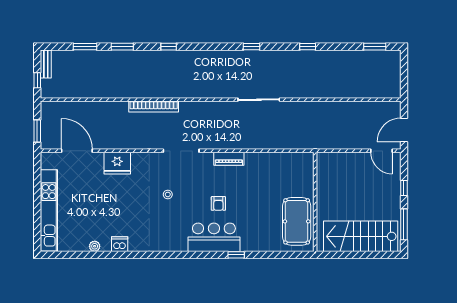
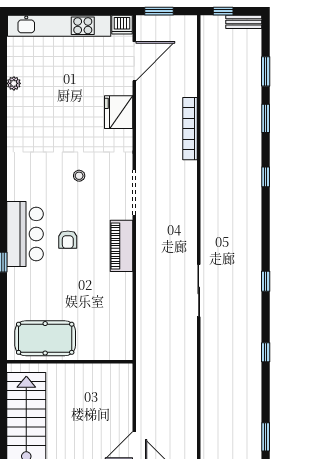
bookcase: (154, 107) -> (190, 129), moved
piano: (229, 159) -> (121, 246), width x1.37, depth x1.33
armchair: (218, 203) -> (68, 240), turned -90
dishwasher: (120, 244) -> (122, 25), moved, turned 90

